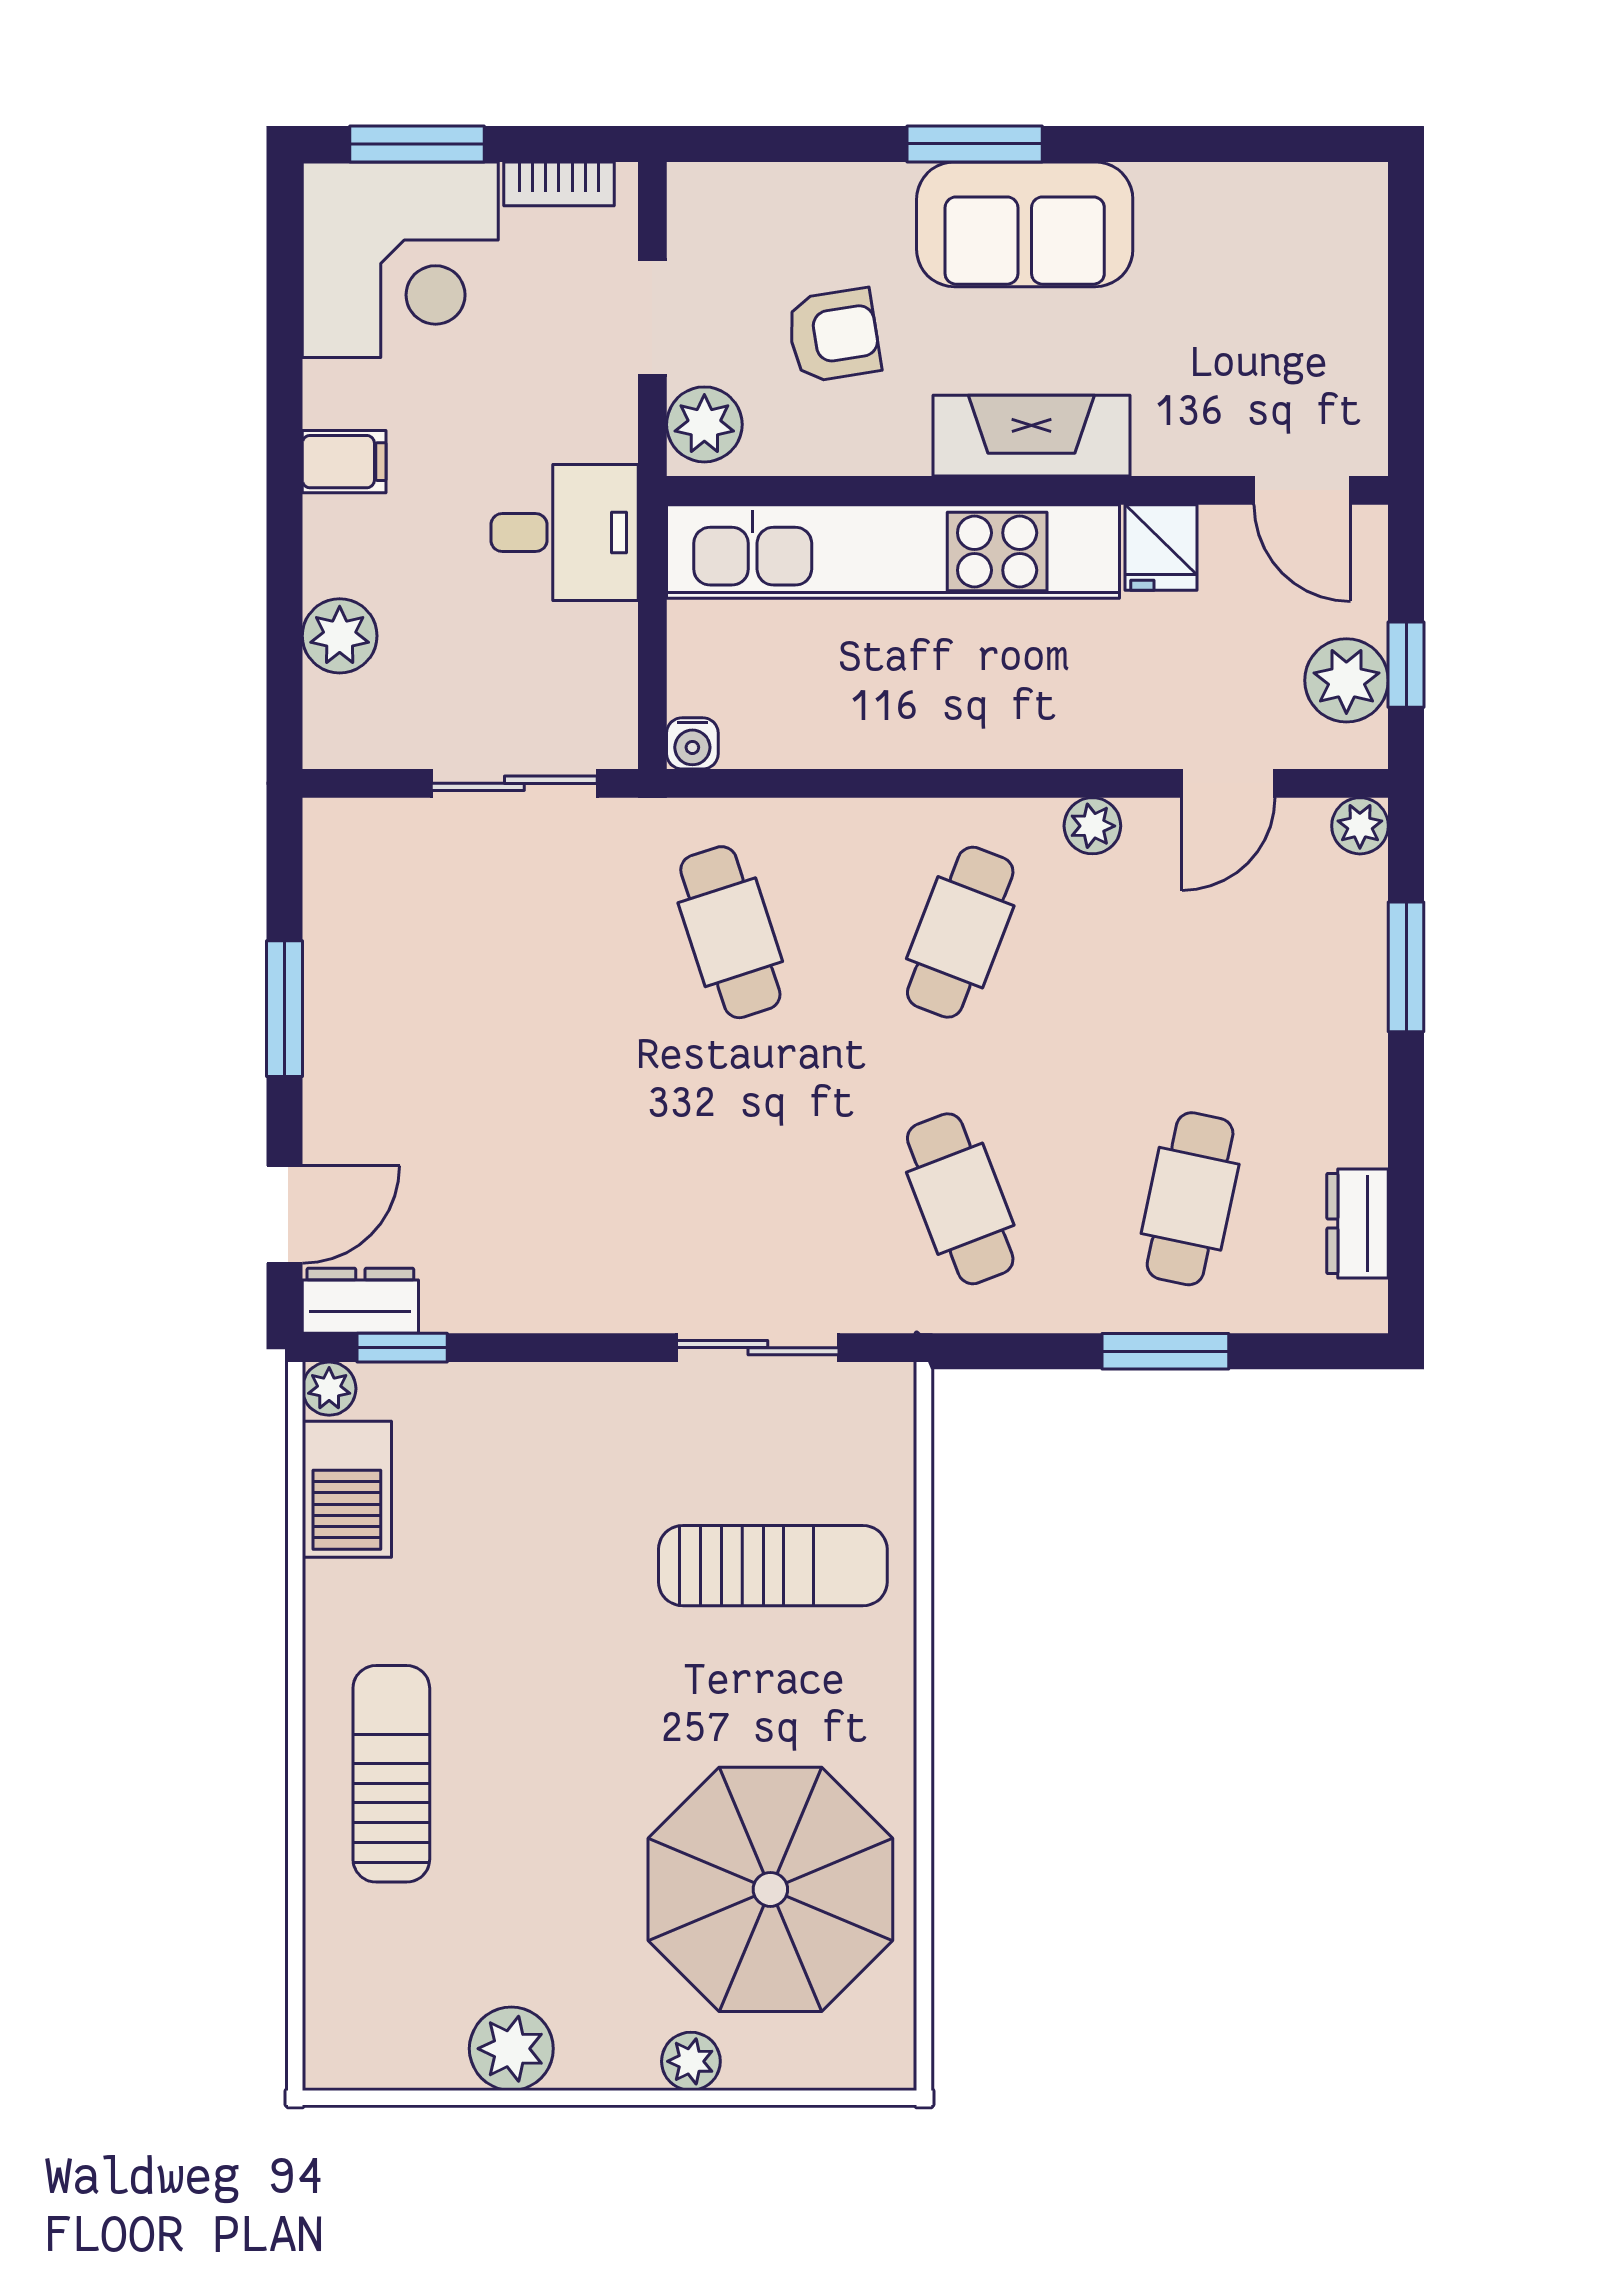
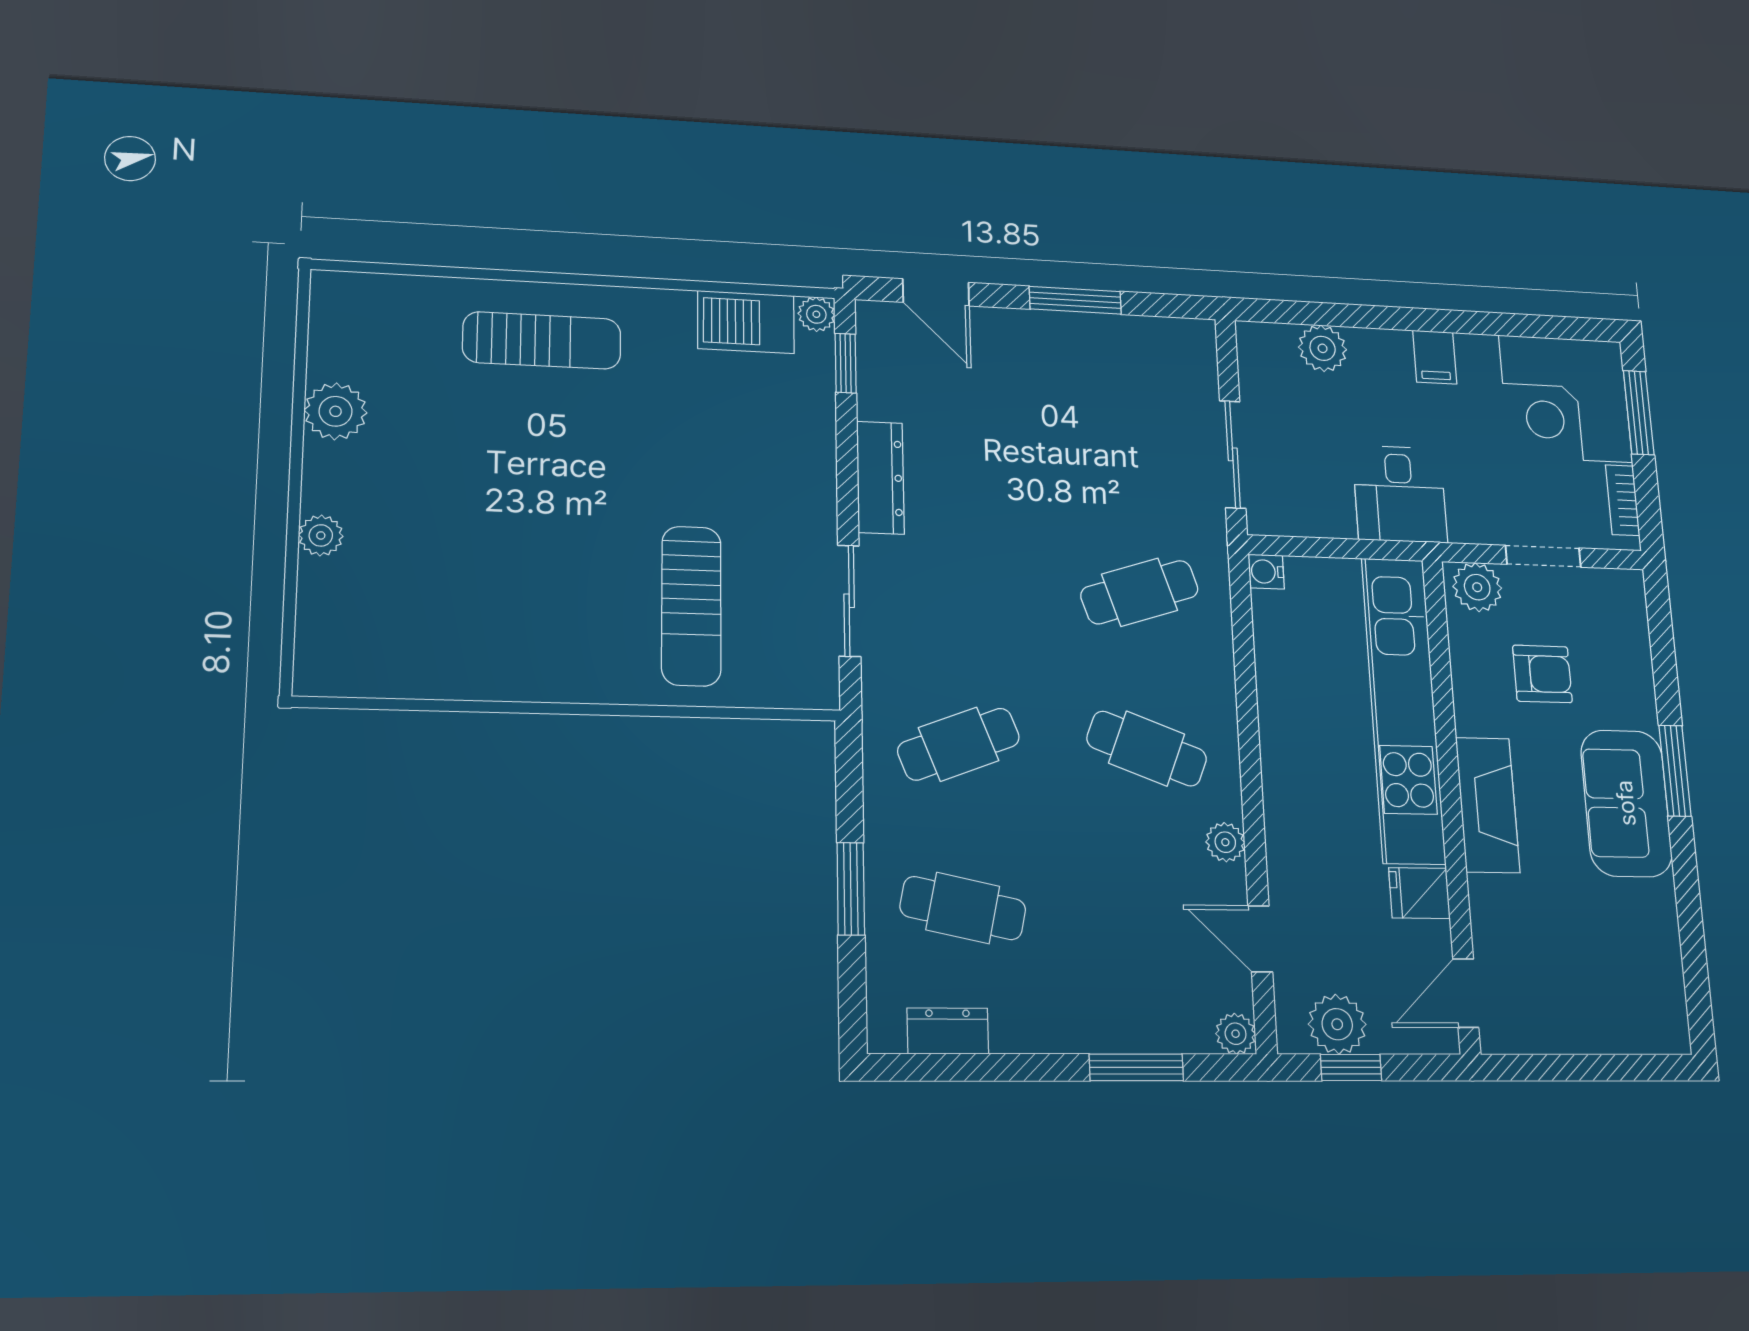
armchair: (834, 335) -> (1542, 674), turned -81
dresser: (360, 1301) -> (880, 478), moved, width x1.44
parasol: (770, 1889) -> (450, 596), removed

